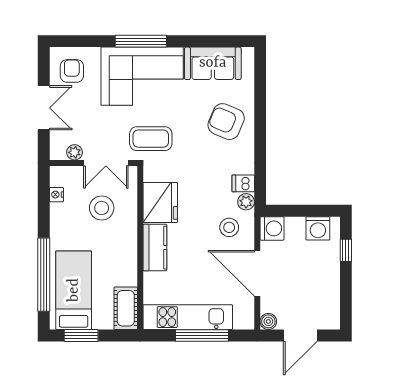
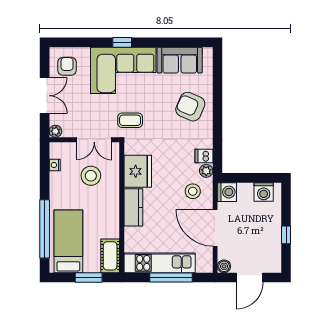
window: (141, 41) -> (122, 42), width x0.46
coffee table: (151, 139) -> (130, 120), width x0.73, depth x0.77
plant: (75, 152) -> (55, 131), moved
window: (346, 250) -> (286, 235), moved
window: (81, 335) -> (89, 278), moved

